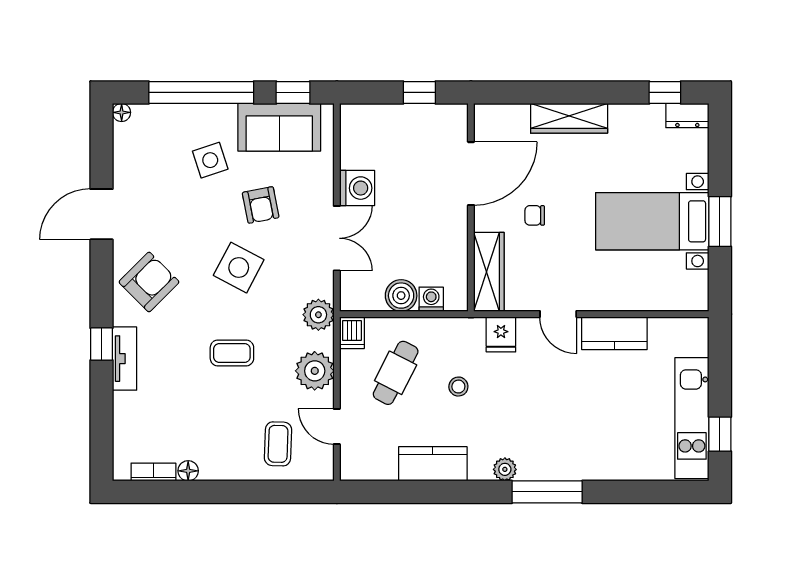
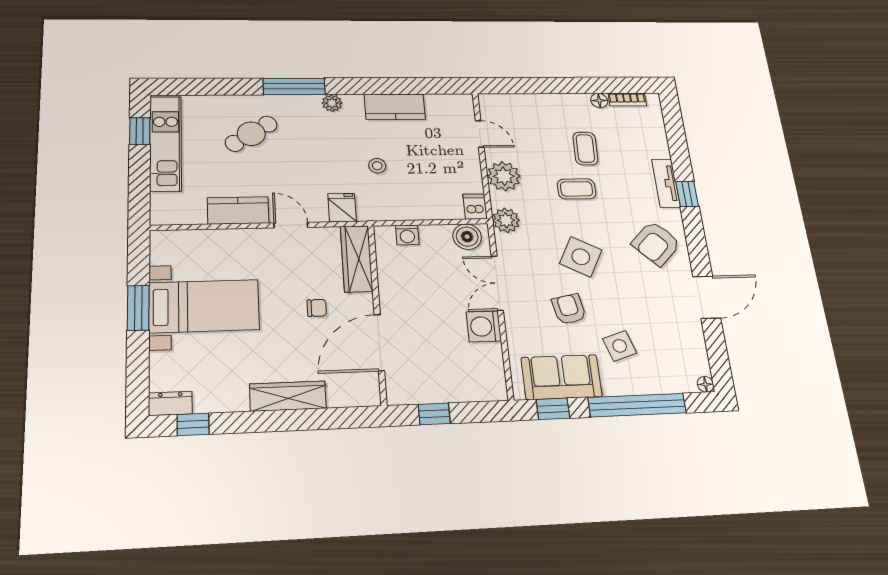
boiler: (401, 296) -> (467, 237), moved
cafe table: (396, 373) -> (251, 134), moved, turned 30
coffee table: (278, 444) -> (585, 148), moved

